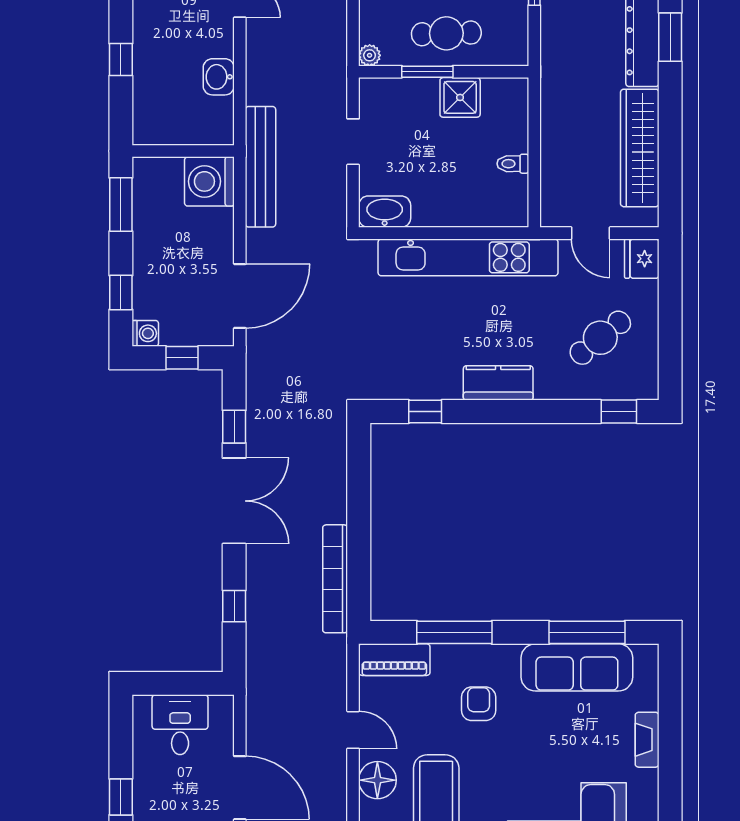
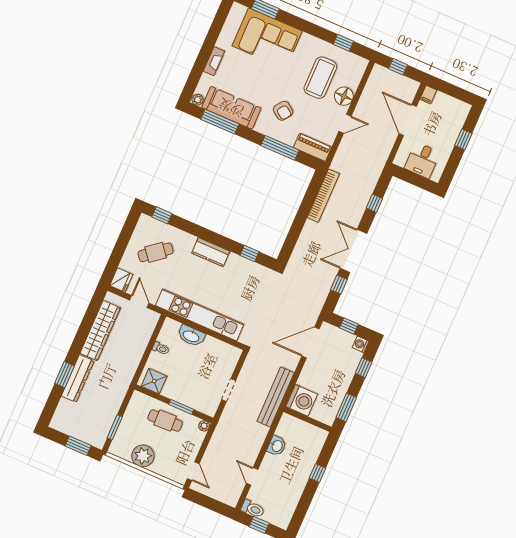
shower: (460, 97) -> (154, 381), moved
washbasin: (385, 212) -> (191, 336), moved
plant: (646, 655) -> (198, 100), added
armchair: (479, 704) -> (283, 111), turned -54
door: (353, 730) -> (345, 124), swing flipped

